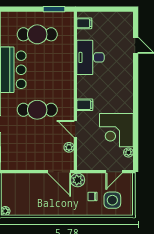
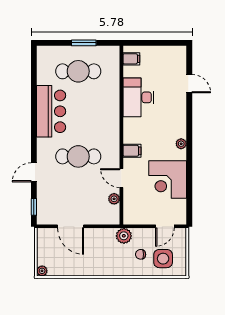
window: (54, 9) -> (84, 43), moved
plant: (128, 152) -> (181, 144), moved
door: (59, 172) -> (71, 226), moved

